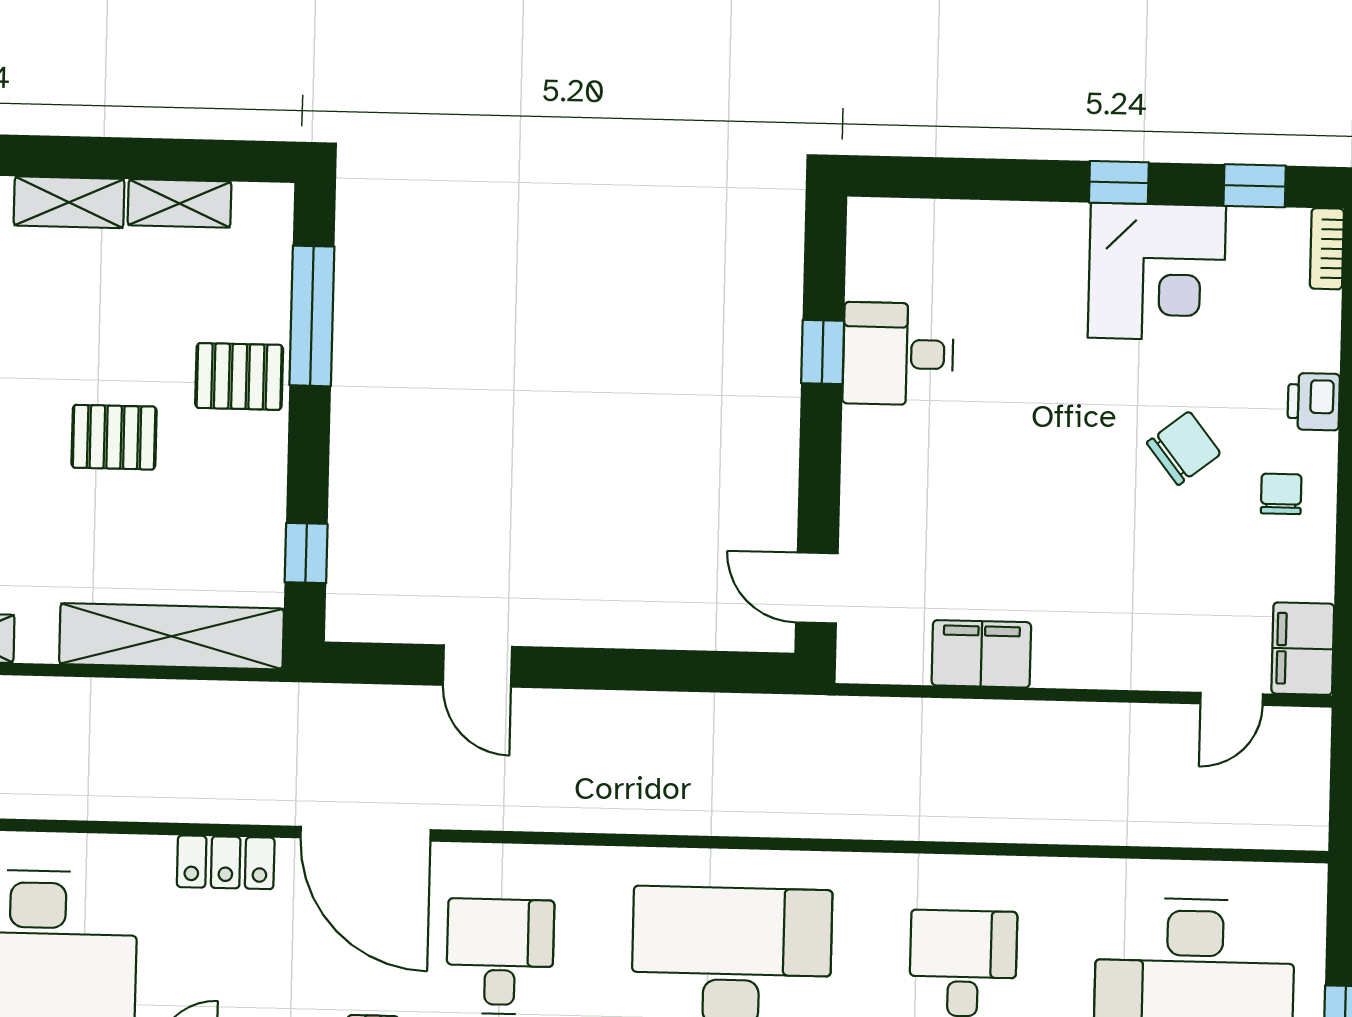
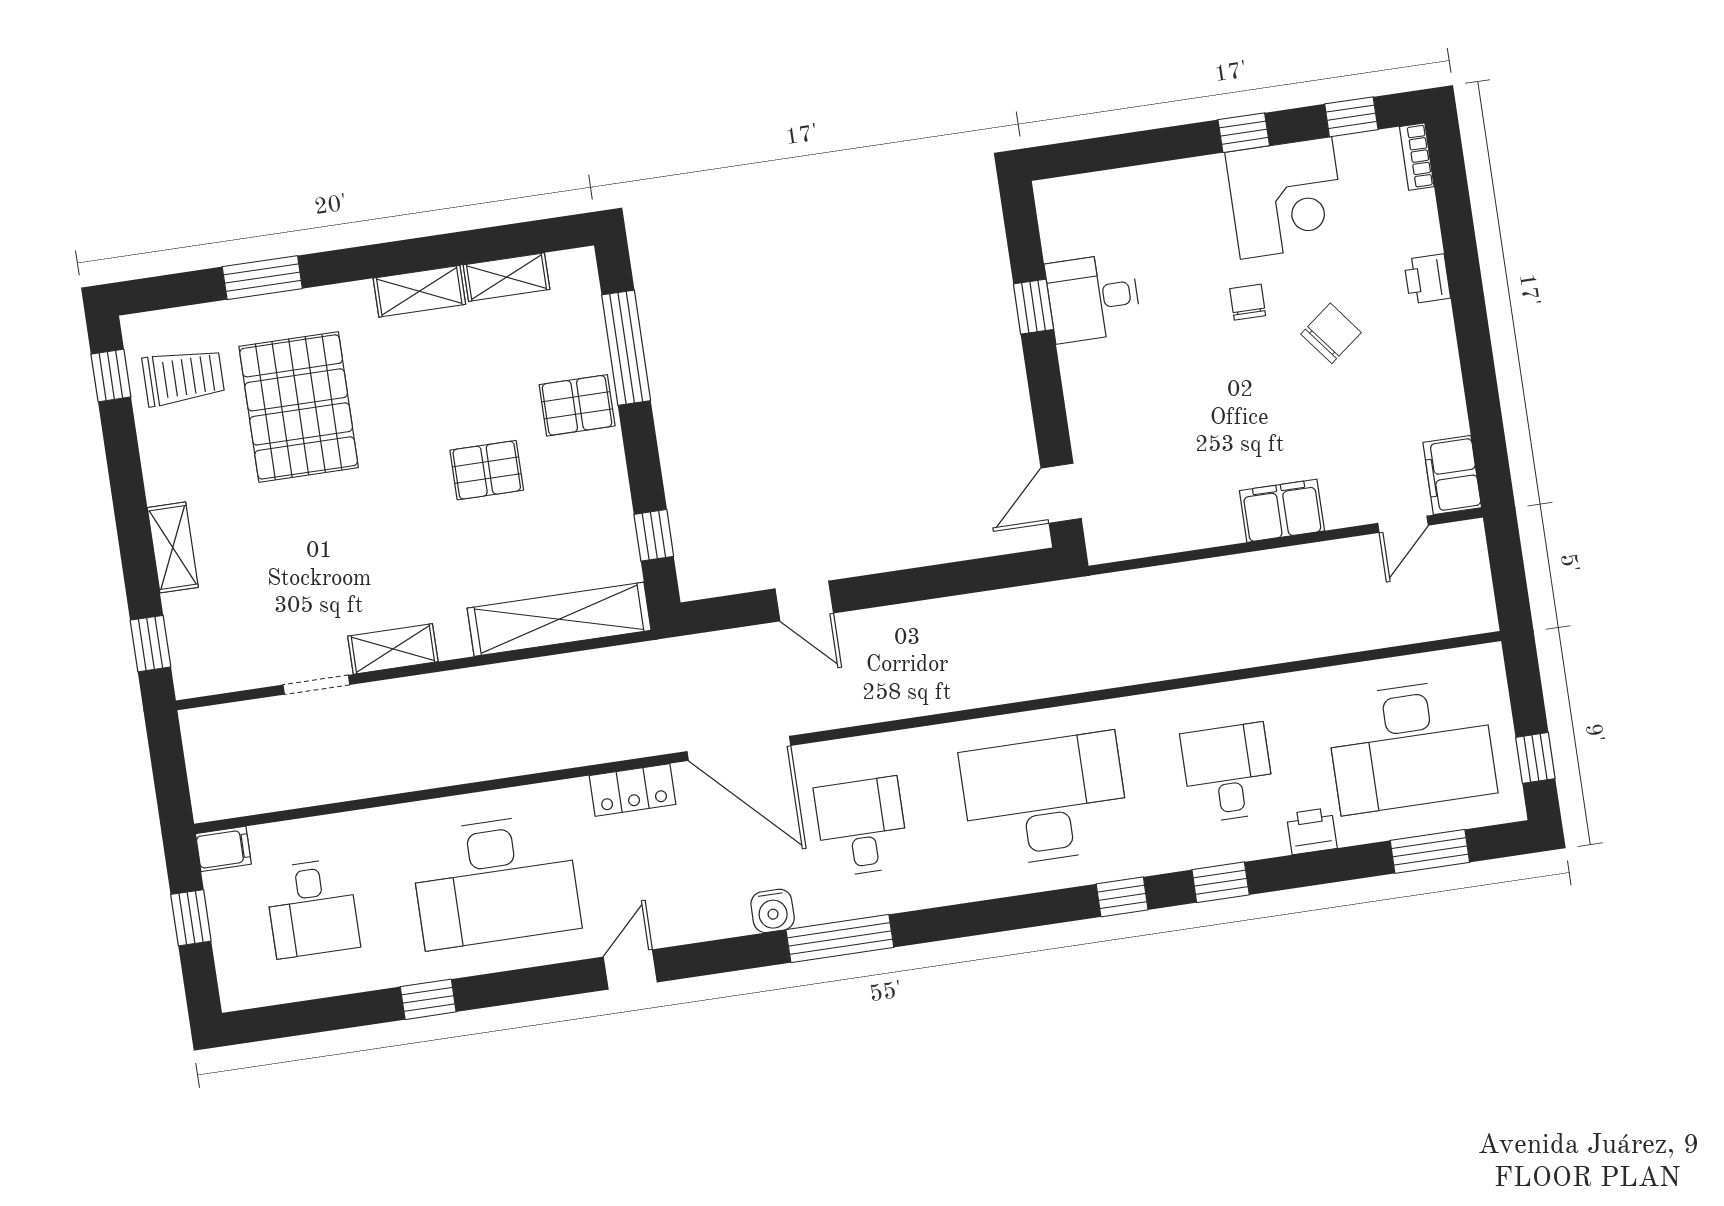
chair: (1281, 494) -> (1248, 302), moved
door: (817, 588) -> (1061, 493), hinge flipped
filing cabinet: (981, 654) -> (1282, 511), moved

